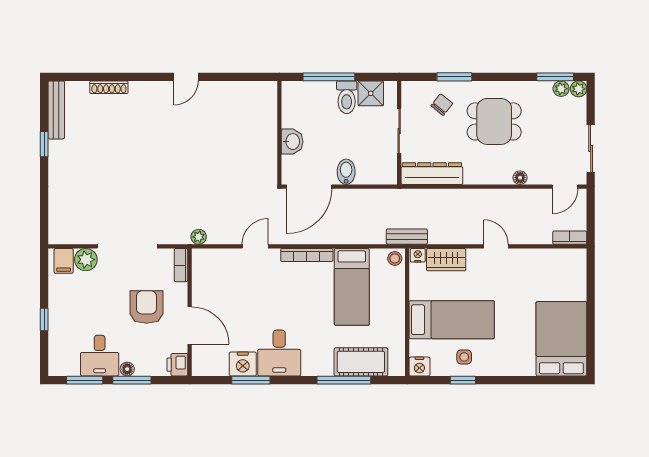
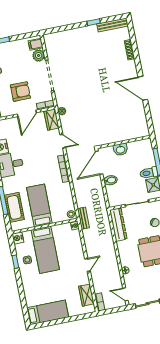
door: (186, 77) -> (143, 88), width x1.88
door: (309, 187) -> (99, 163), hinge flipped
wardrobe: (211, 259) -> (52, 120), added
wardrobe: (446, 260) -> (86, 295), moved
bed: (352, 287) -> (39, 205), moved, turned 90
door: (190, 326) -> (27, 113), moved
bed: (561, 339) -> (48, 312), width x0.67

